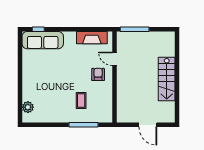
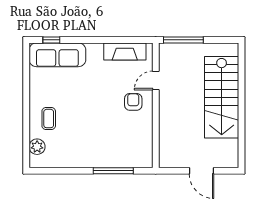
door: (114, 59) -> (156, 80), hinge flipped
stairs: (167, 79) -> (222, 97), width x1.36, depth x1.51
coffee table: (81, 101) -> (49, 119), moved

